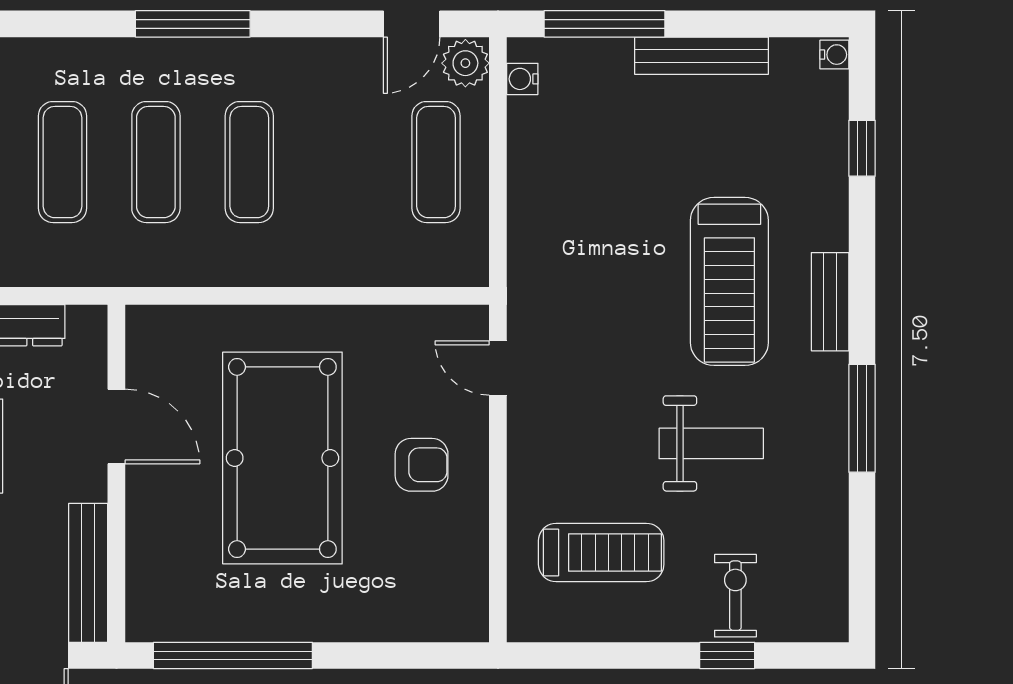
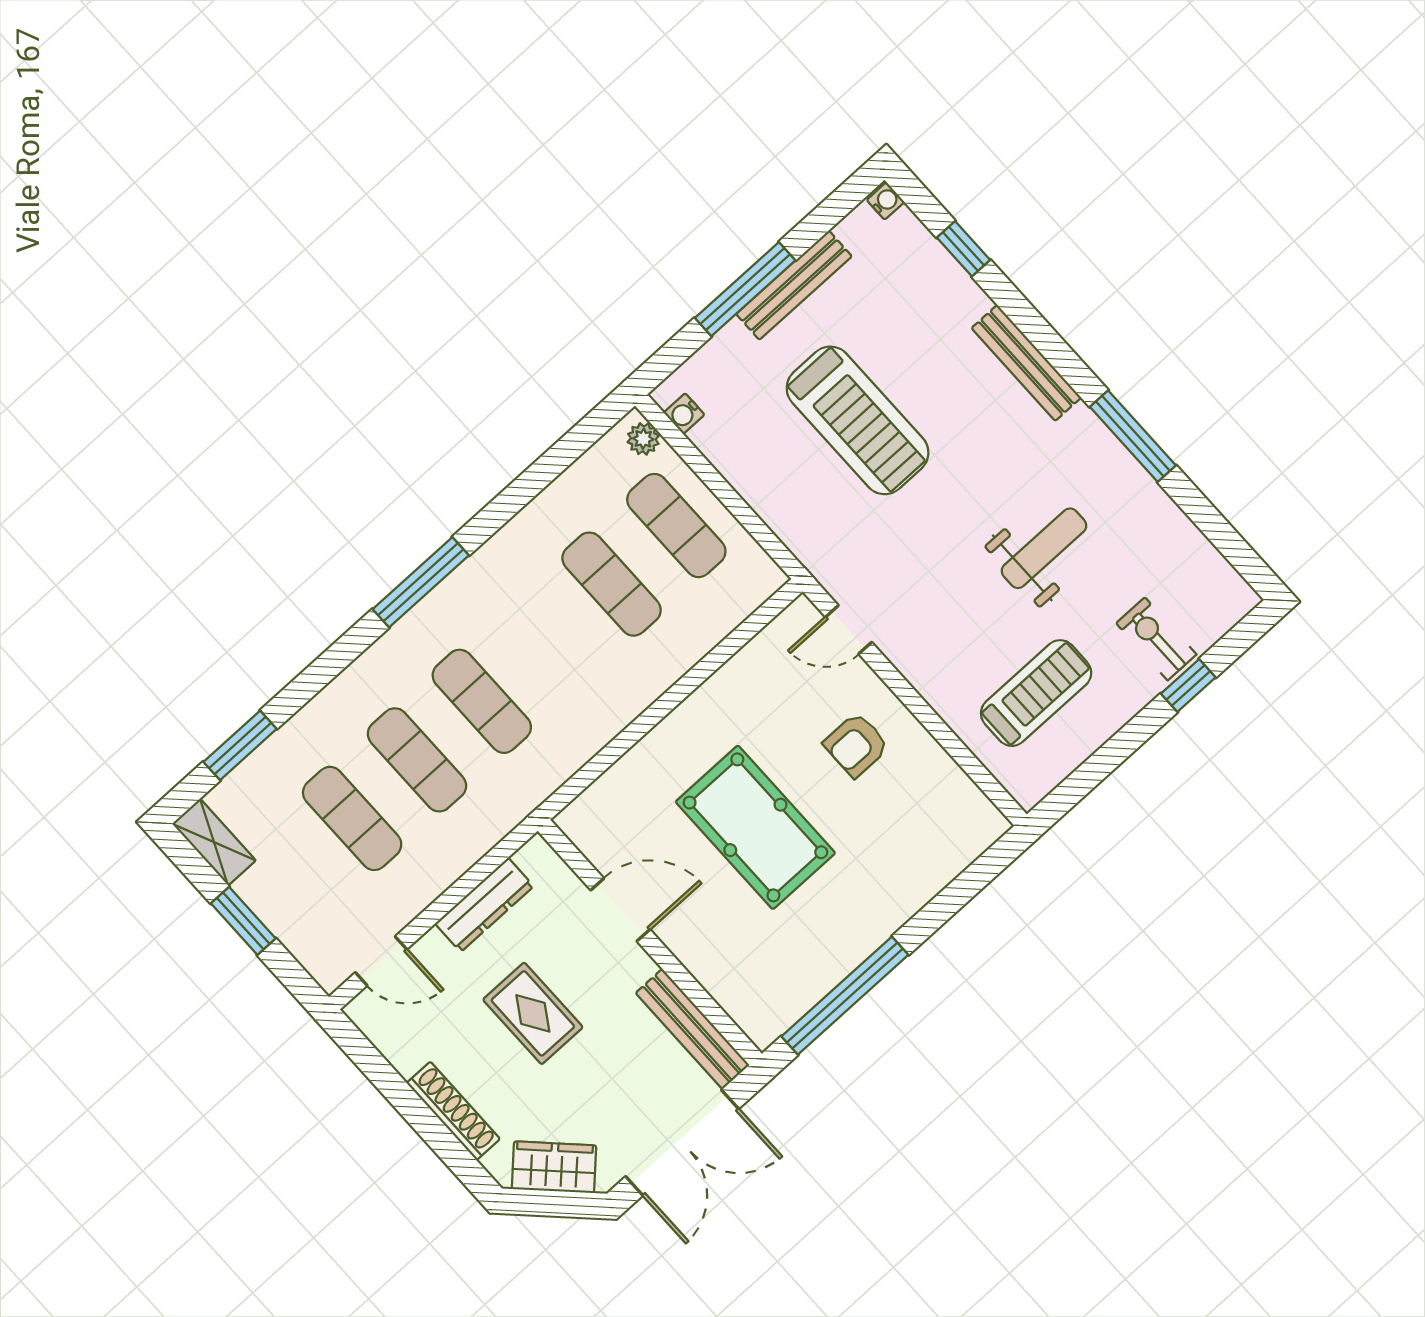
door: (412, 24) -> (573, 445), removed
window: (604, 24) -> (745, 289), moved
plant: (465, 63) -> (643, 439), width x0.73, depth x0.73
exercise mat: (249, 162) -> (612, 584), moved
treadmill: (729, 281) -> (858, 420), moved
bench: (830, 302) -> (1026, 363), width x1.36
pool table: (282, 458) -> (755, 827), width x0.73, depth x0.76
armchair: (422, 465) -> (856, 745), turned 180

